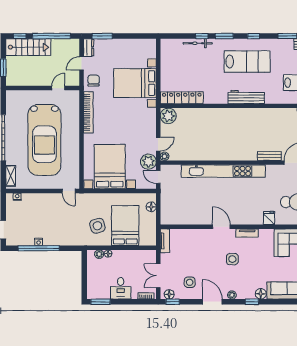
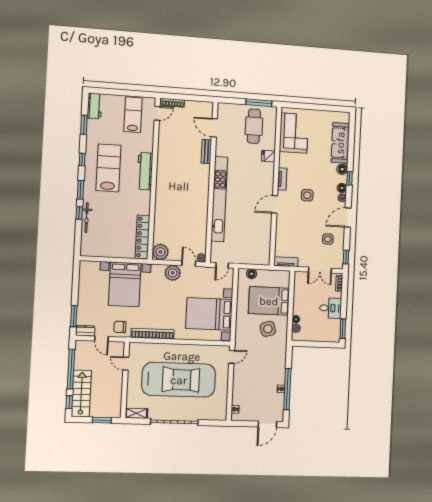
plant: (148, 162) -> (173, 273), moved
shelving: (11, 176) -> (136, 413), moved
floor lamp: (169, 294) -> (342, 188), moved

